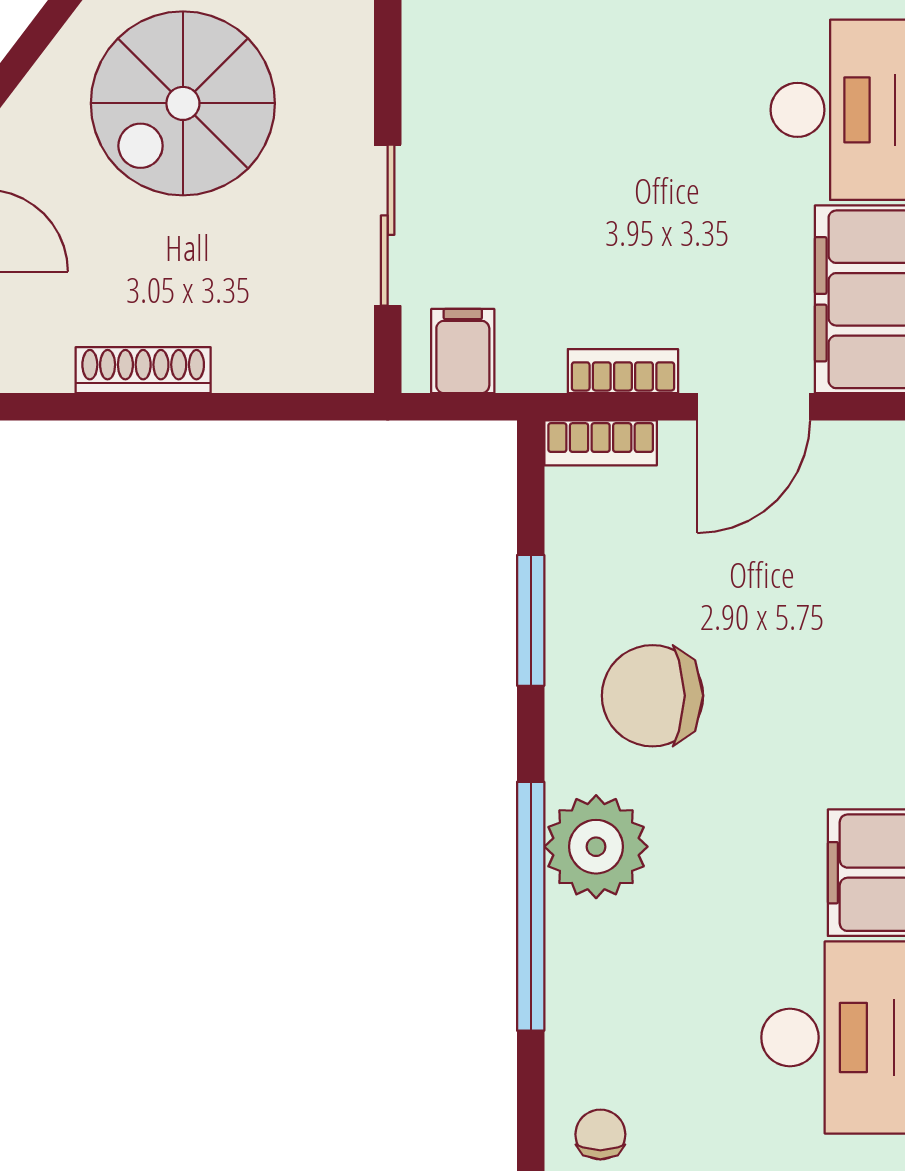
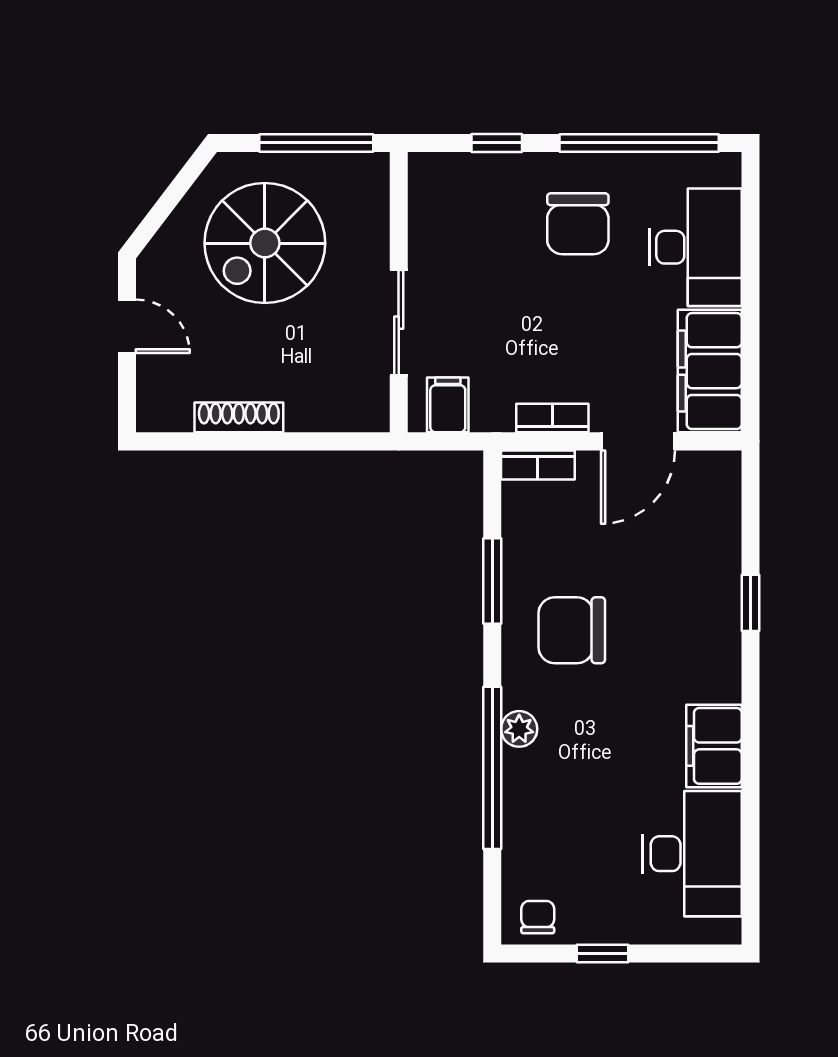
chair: (662, 74) -> (578, 224), added
plant: (596, 847) -> (519, 729), width x0.53, depth x0.53

